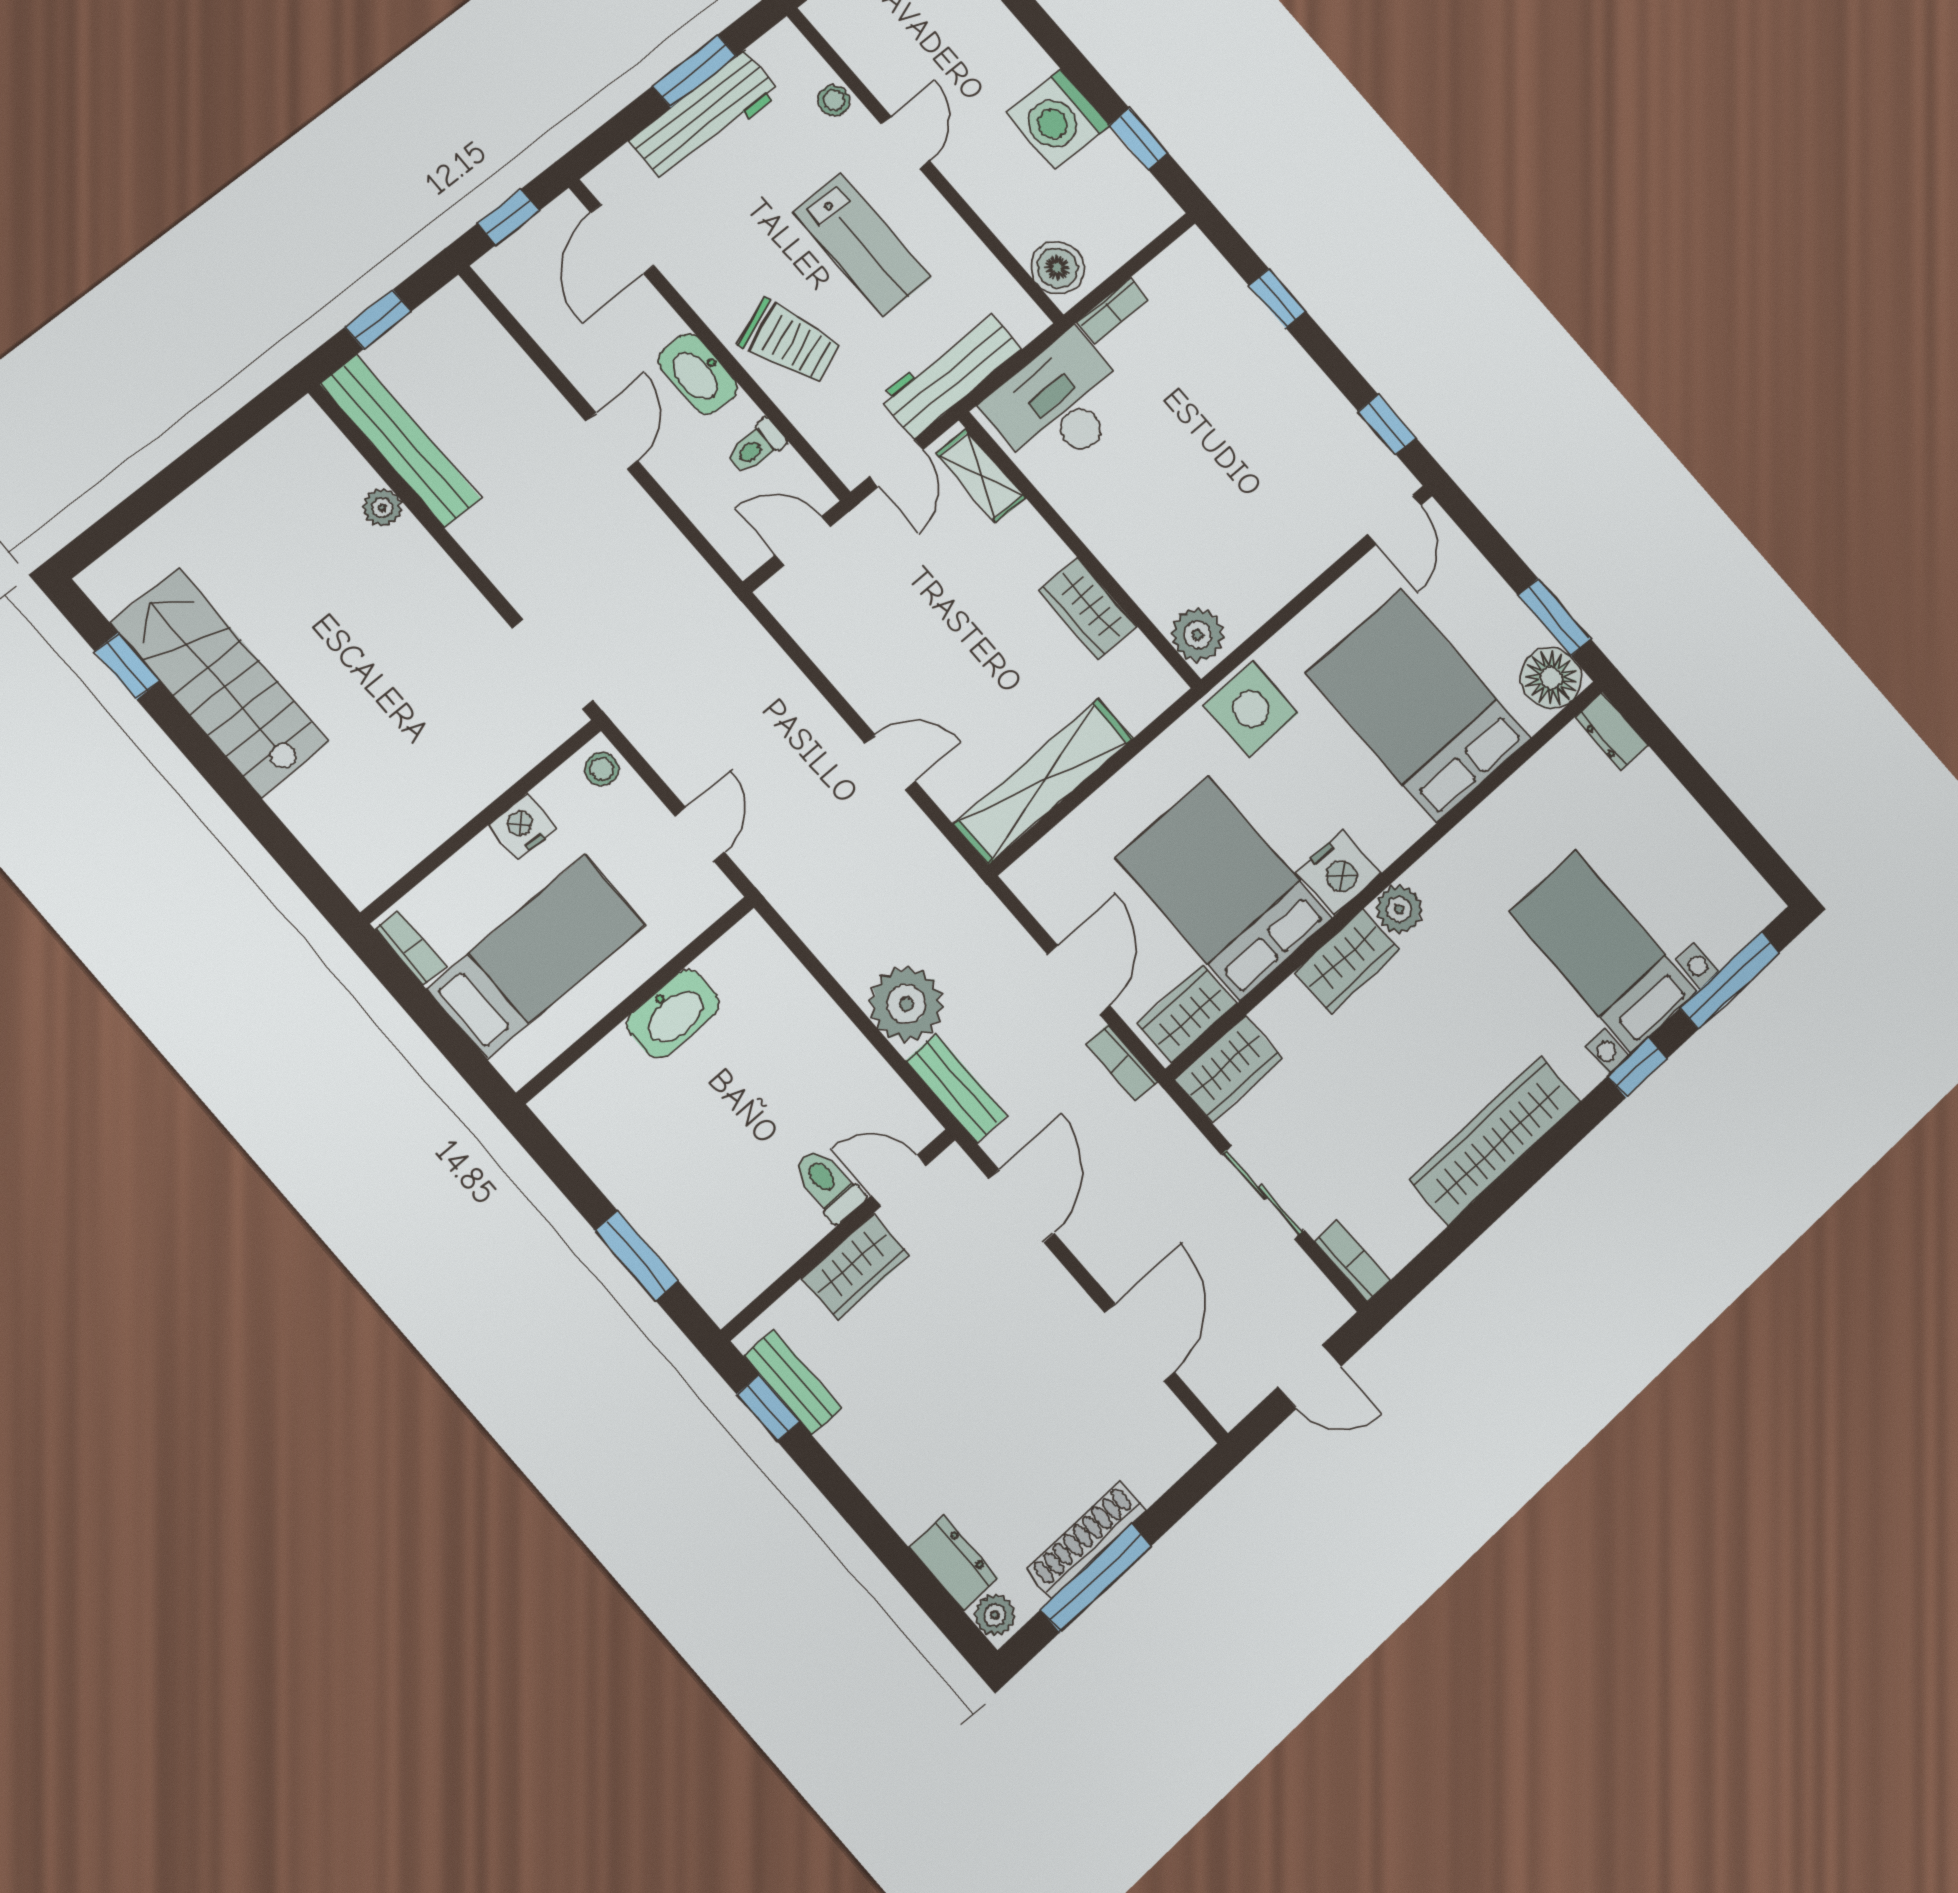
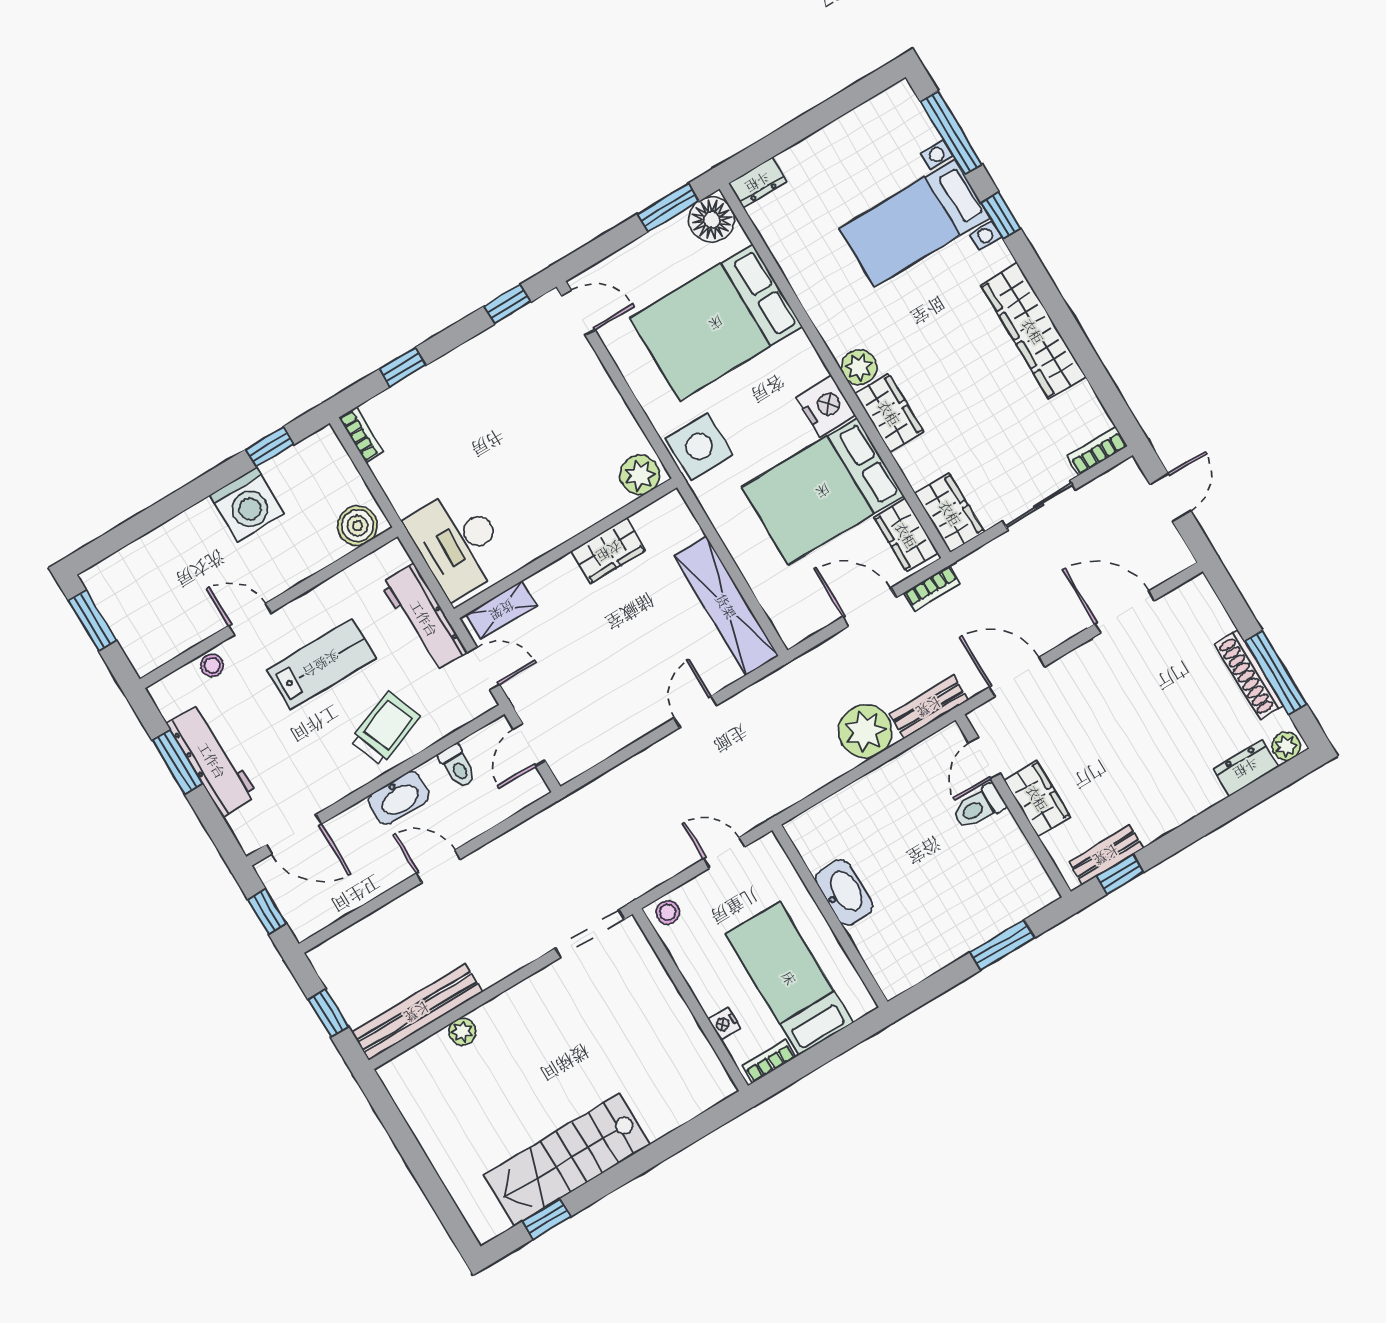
bookcase: (1113, 311) -> (361, 435), moved
nightstand: (522, 826) -> (724, 1024), moved, width x0.72, depth x0.74

